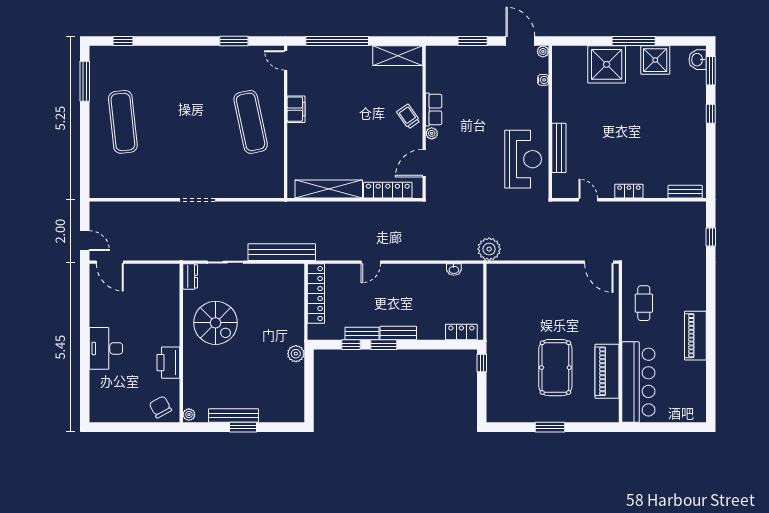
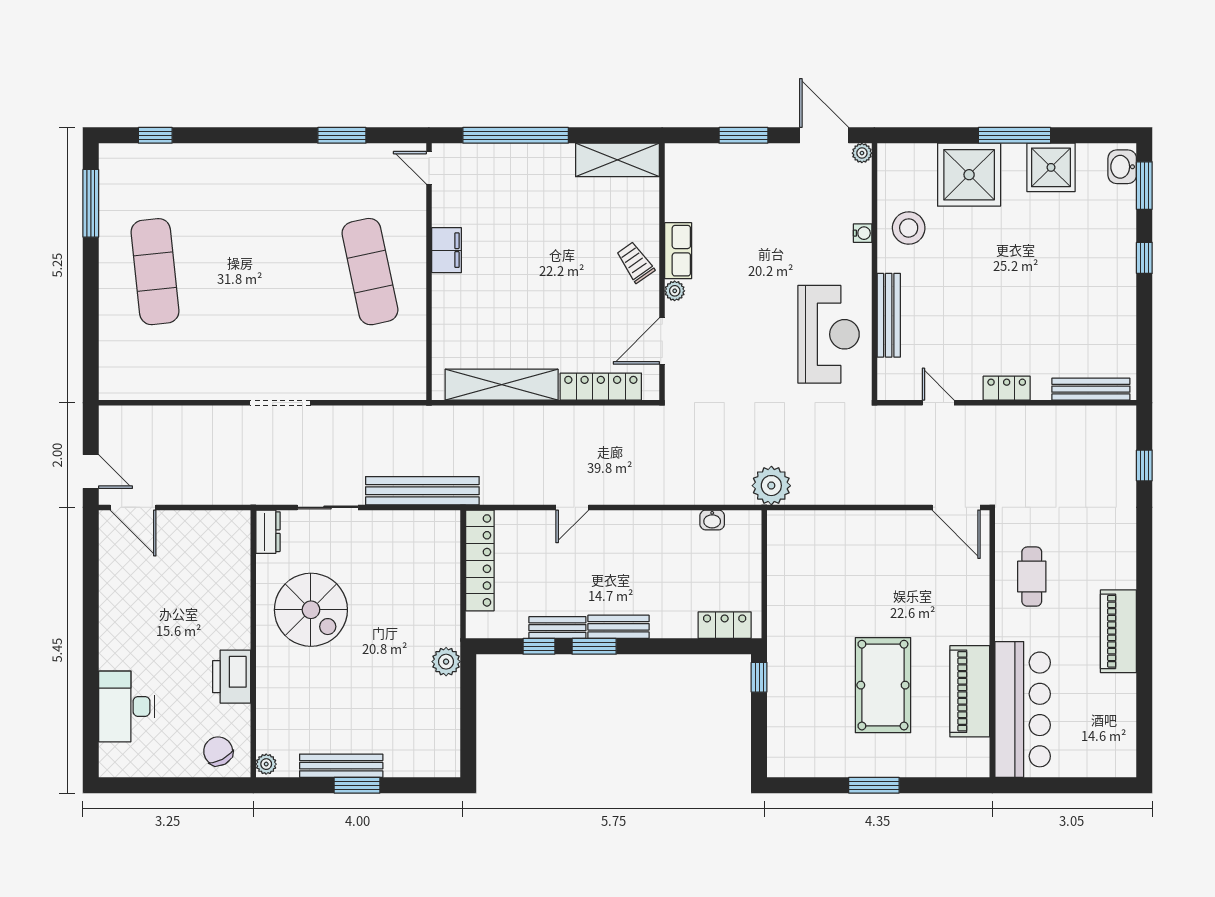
water cooler: (543, 80) -> (863, 233), moved
stool: (571, 96) -> (909, 228), added
bench: (685, 192) -> (1091, 389), width x1.36
desk: (106, 348) -> (127, 706), moved

